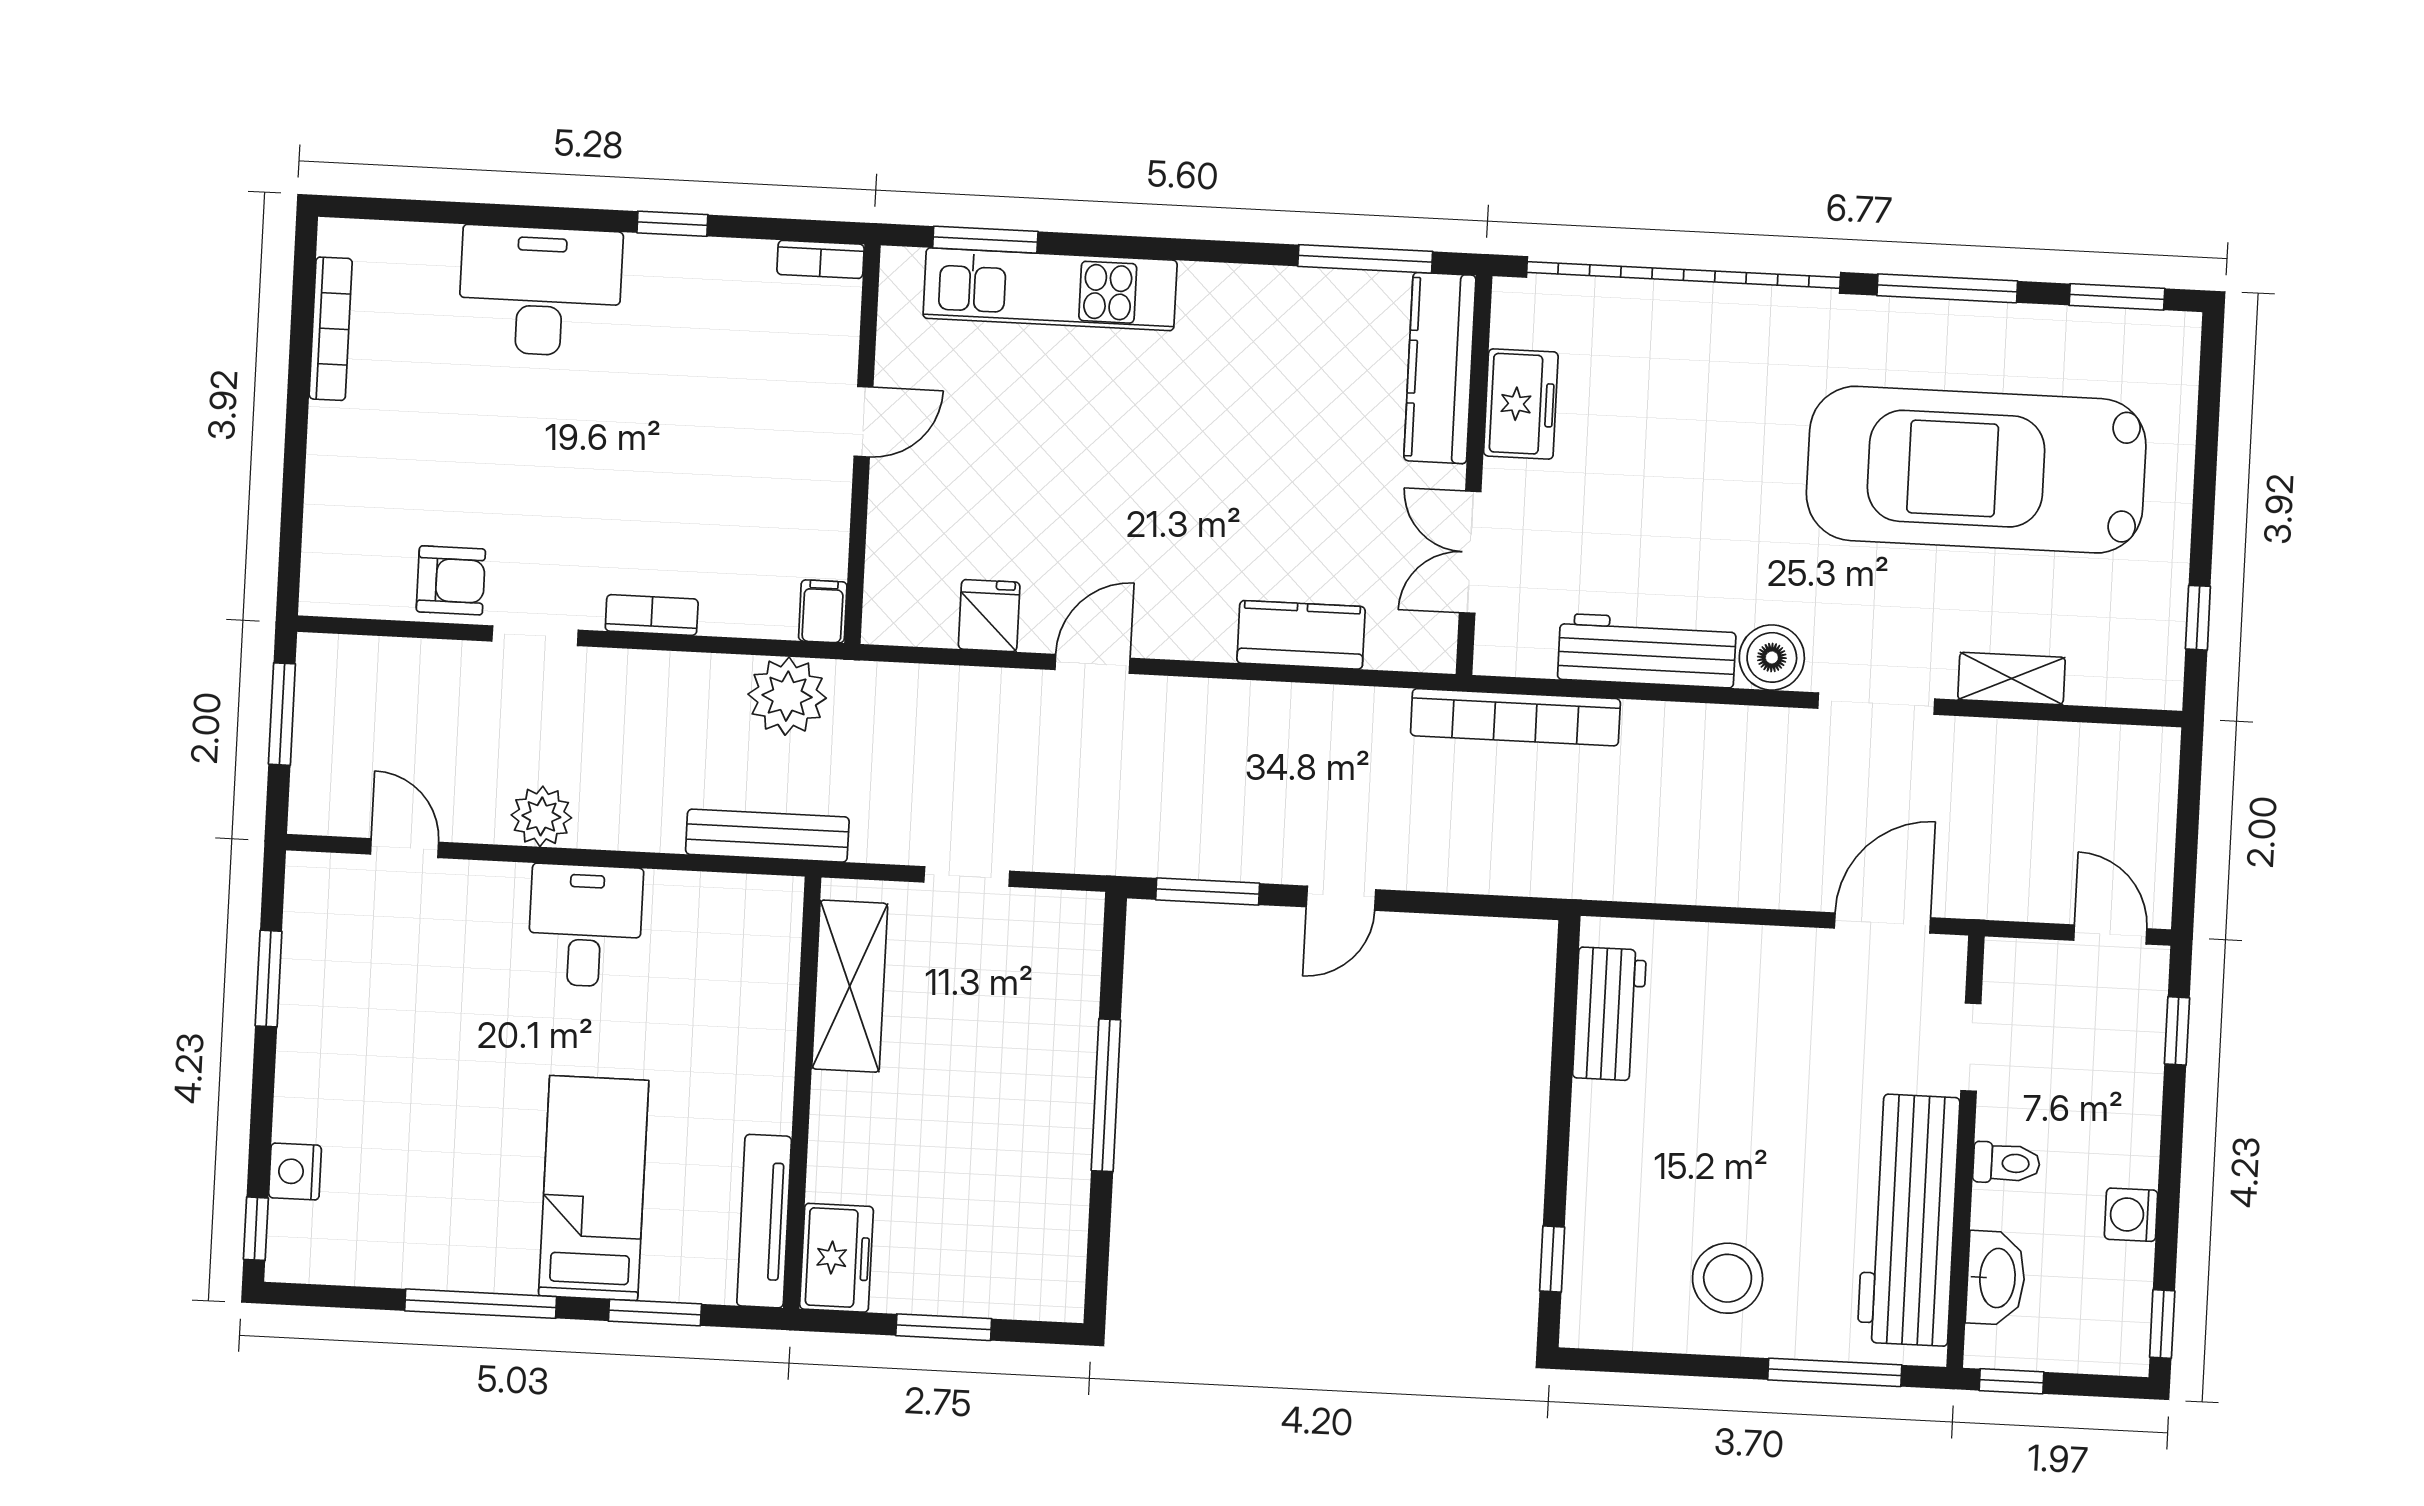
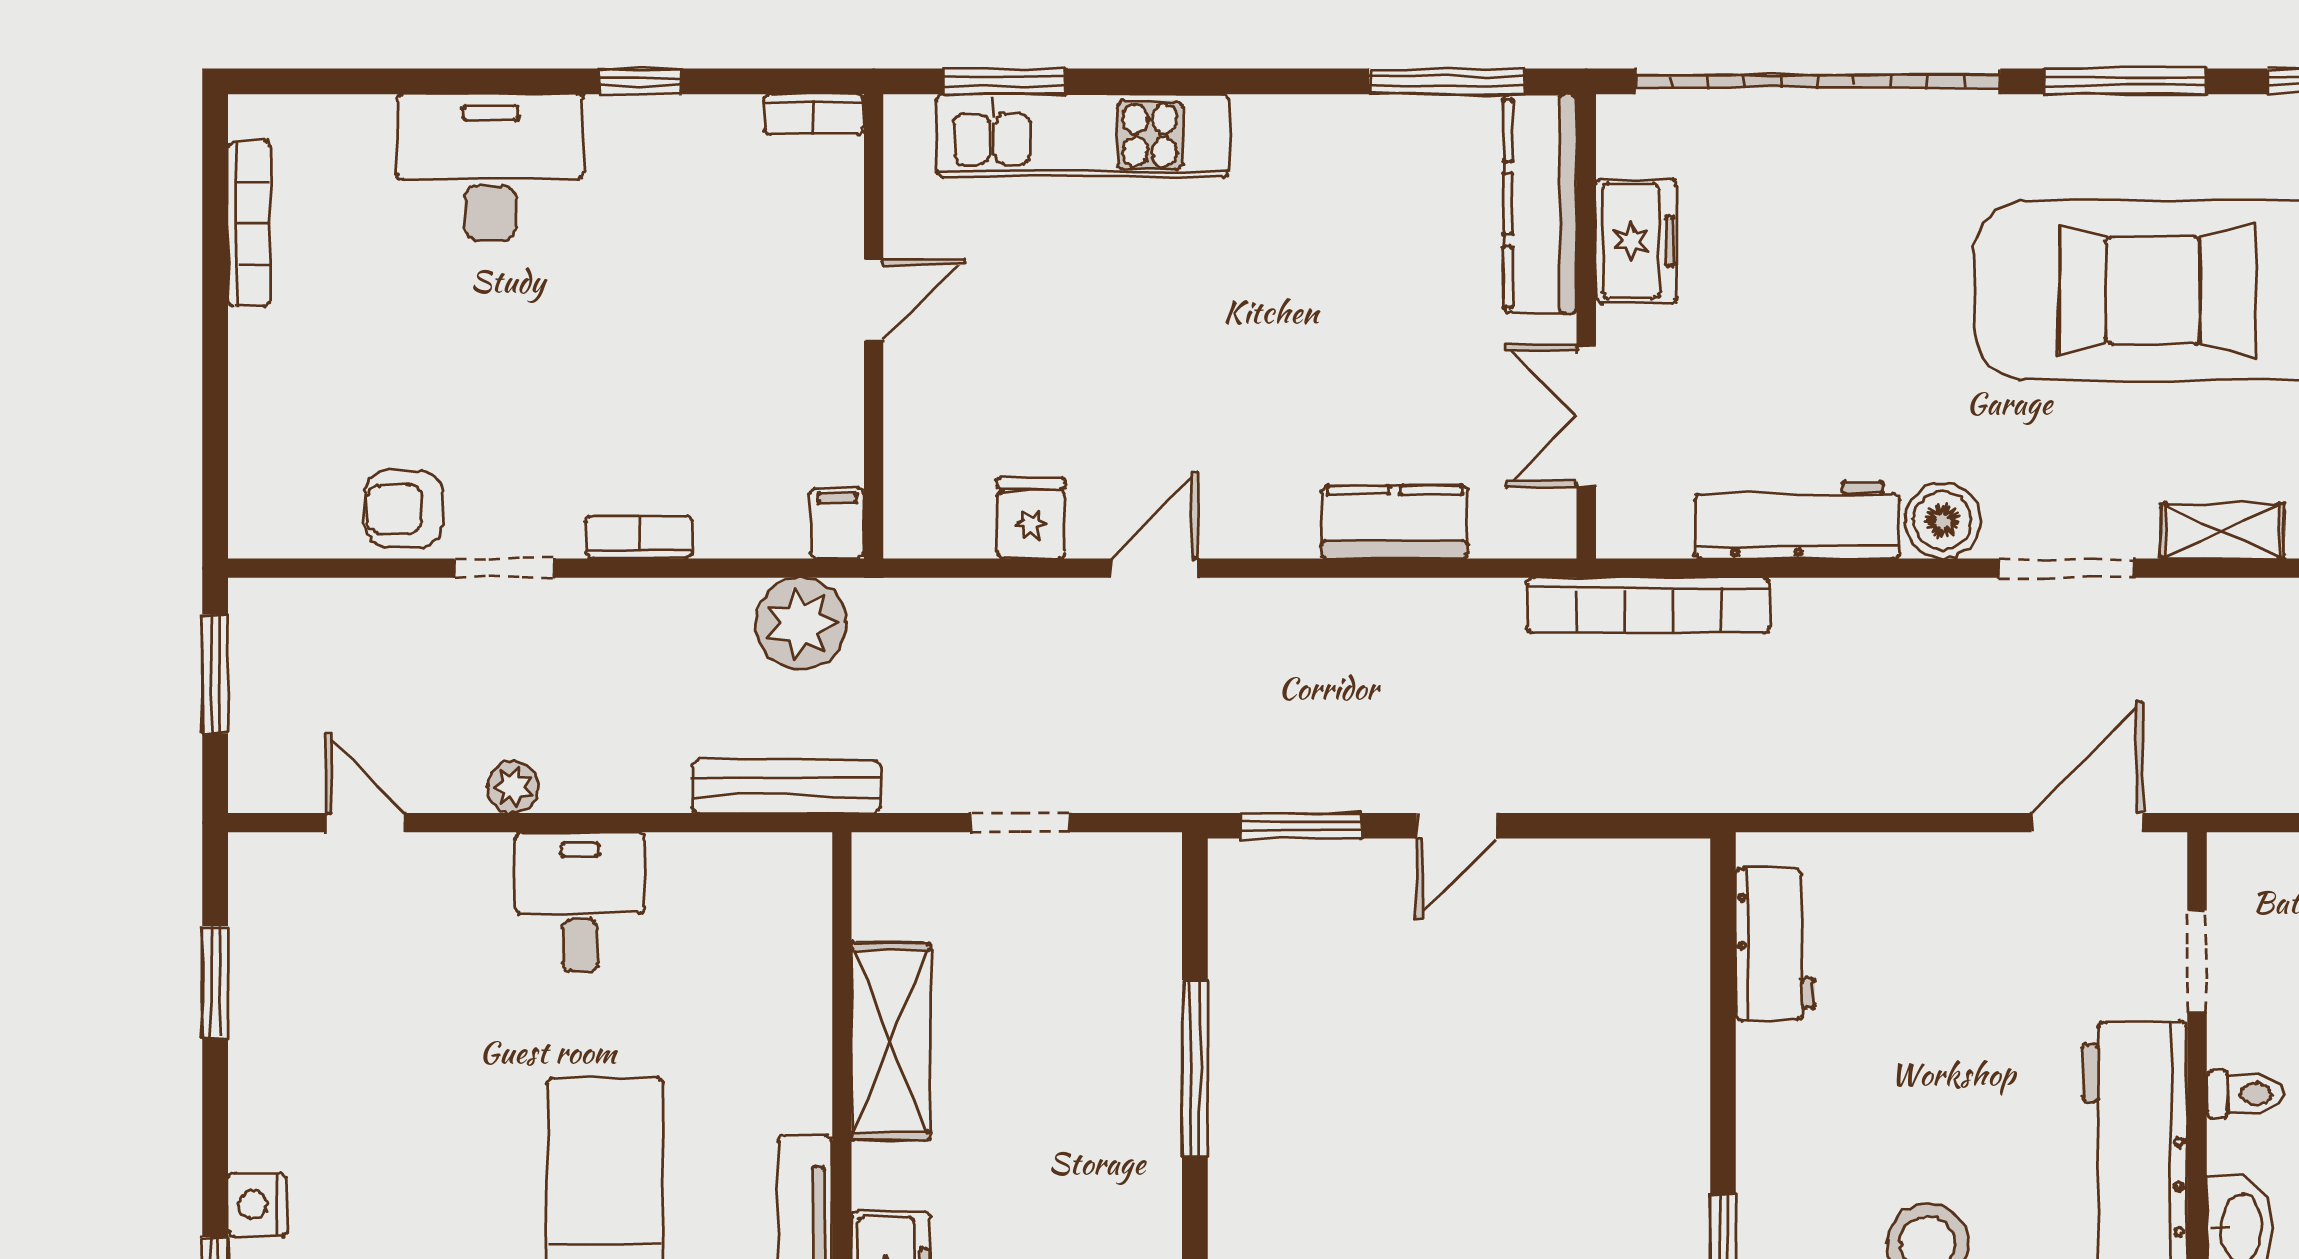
armchair: (451, 580) -> (404, 509), turned 180
plant: (541, 816) -> (513, 787), width x0.73, depth x0.73
shelving: (850, 986) -> (891, 1041), moved

